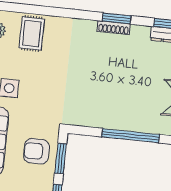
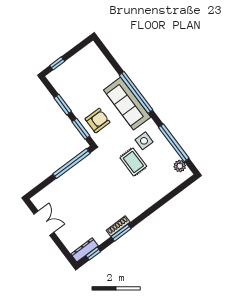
rug: (32, 34) -> (133, 162), moved
window: (131, 136) -> (71, 164), moved

